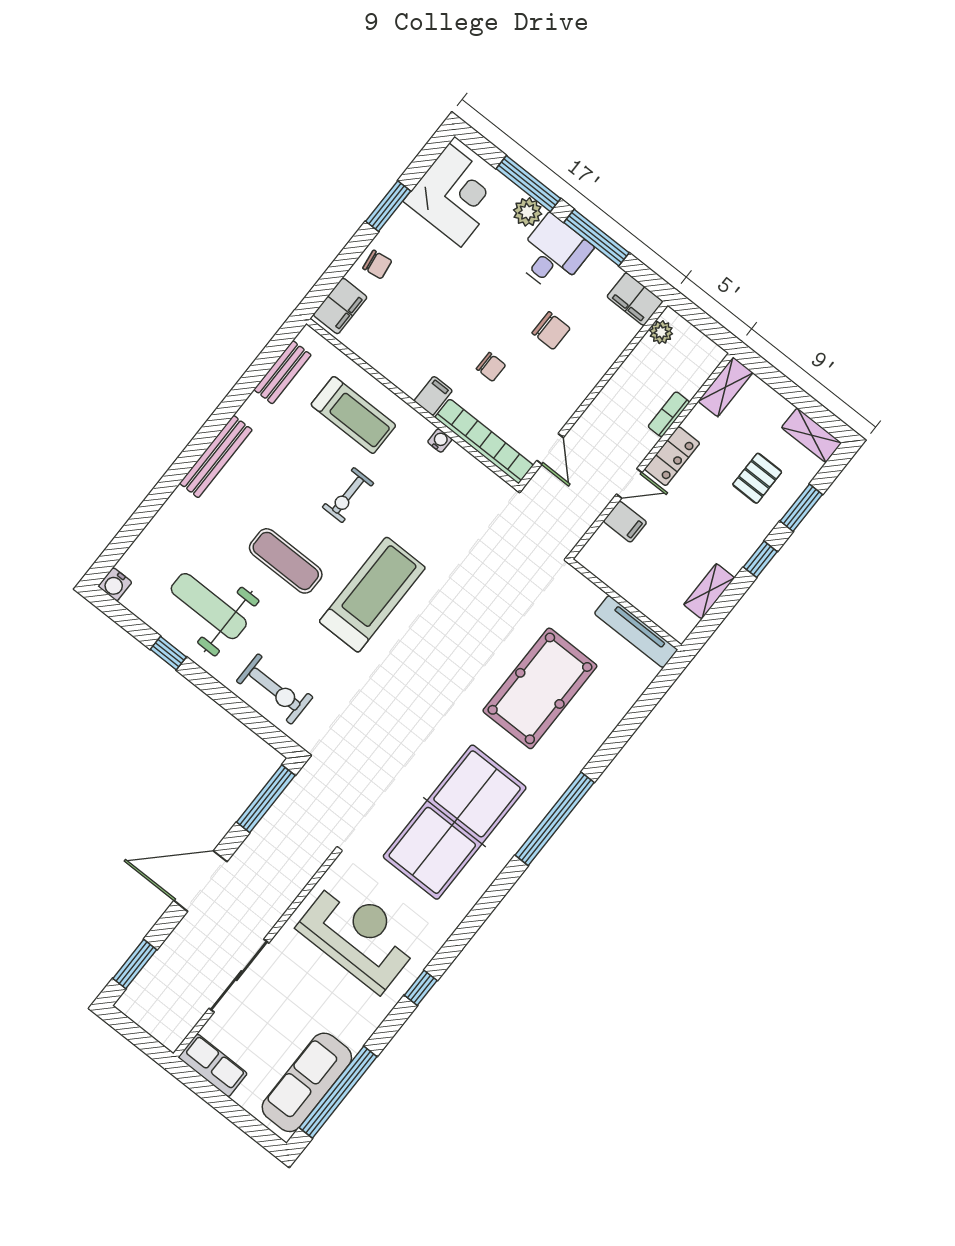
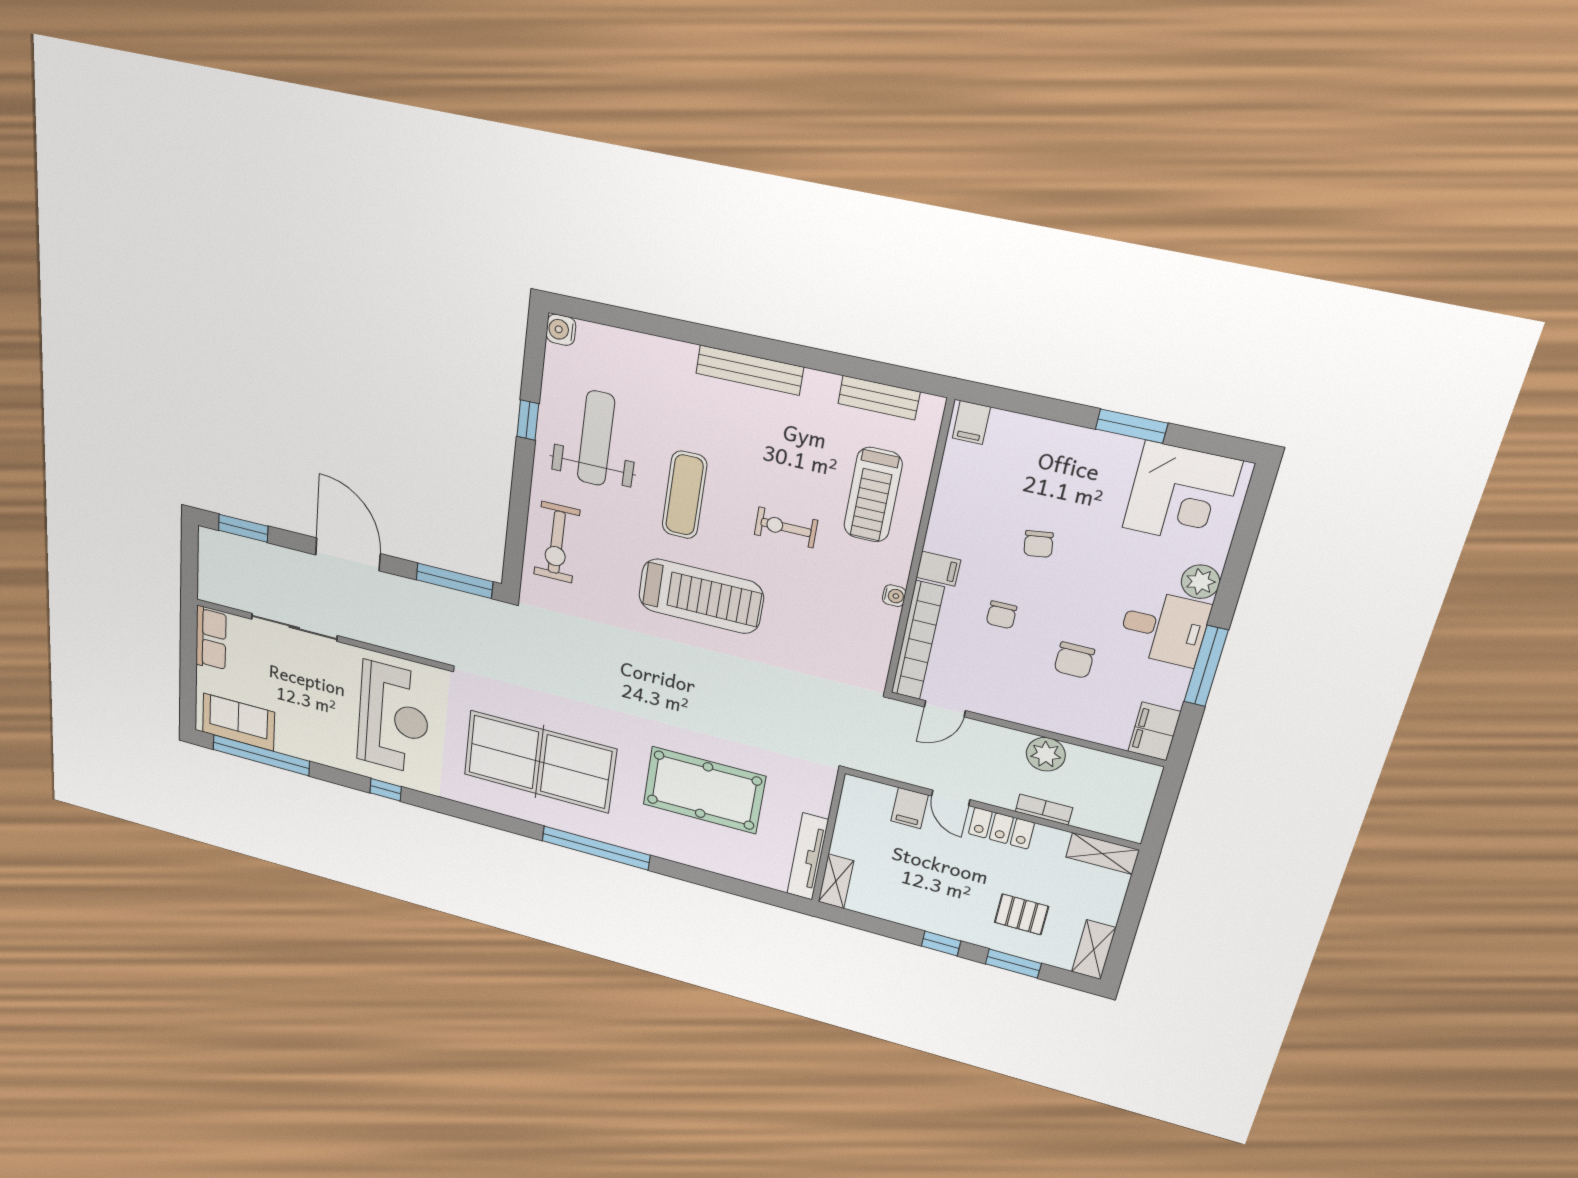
window: (528, 184) -> (1236, 569), removed
chair: (377, 265) -> (1038, 544), moved
filing cabinet: (340, 306) -> (971, 423), width x0.50
plant: (661, 332) -> (1046, 754), moved, width x1.38, depth x1.38
shelving: (709, 591) -> (836, 881), moved, turned 90
sofa: (307, 1082) -> (238, 722), width x0.73

